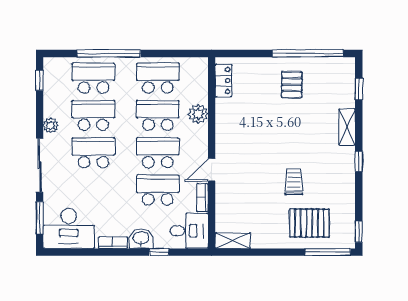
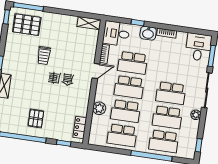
window: (244, 53) -> (64, 143), added
pallet: (309, 223) -> (27, 25), moved
desk: (69, 228) -> (198, 47), width x0.73

